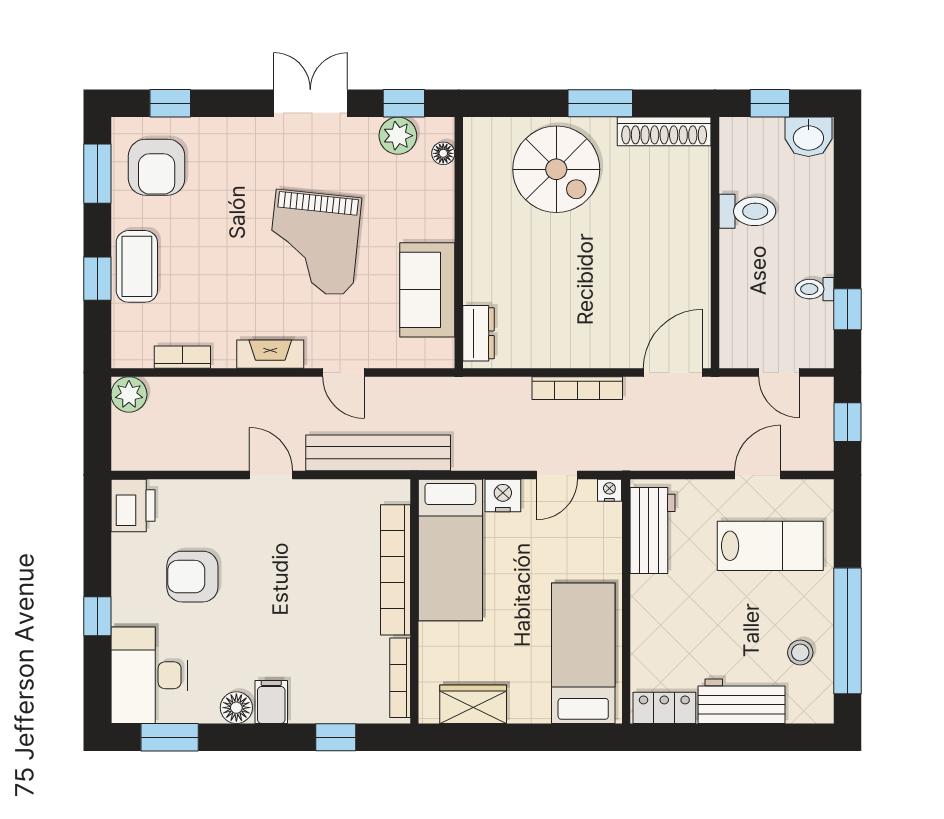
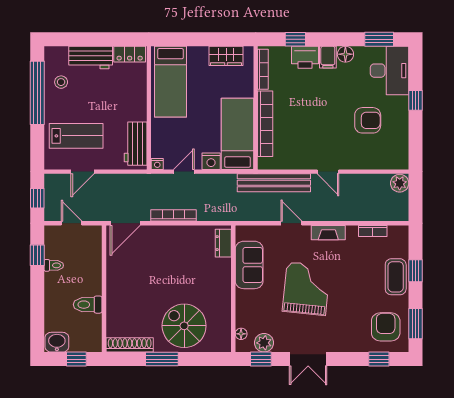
plant: (129, 394) -> (400, 183), moved
printer: (133, 505) -> (305, 57), moved, turned -90
lab bench: (770, 546) -> (76, 136), turned 180

